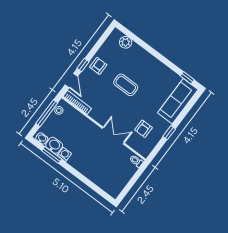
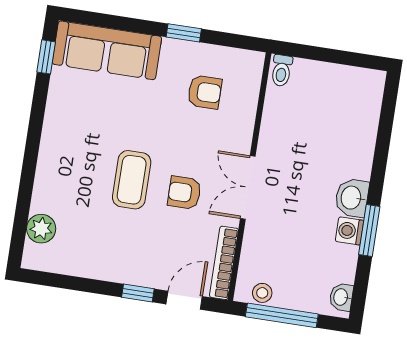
armchair: (98, 66) -> (184, 193), moved
double door: (113, 136) -> (248, 187), moved
washbasin: (54, 145) -> (352, 198), moved
window: (52, 155) -> (369, 230), moved

